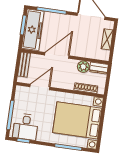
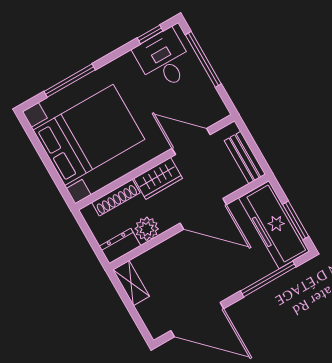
shelving: (107, 39) -> (131, 283), moved
door: (57, 55) -> (203, 214), hinge flipped
wardrobe: (64, 83) -> (158, 178), added
door: (40, 87) -> (191, 141), swing flipped

